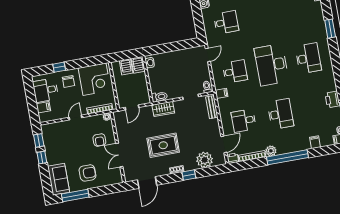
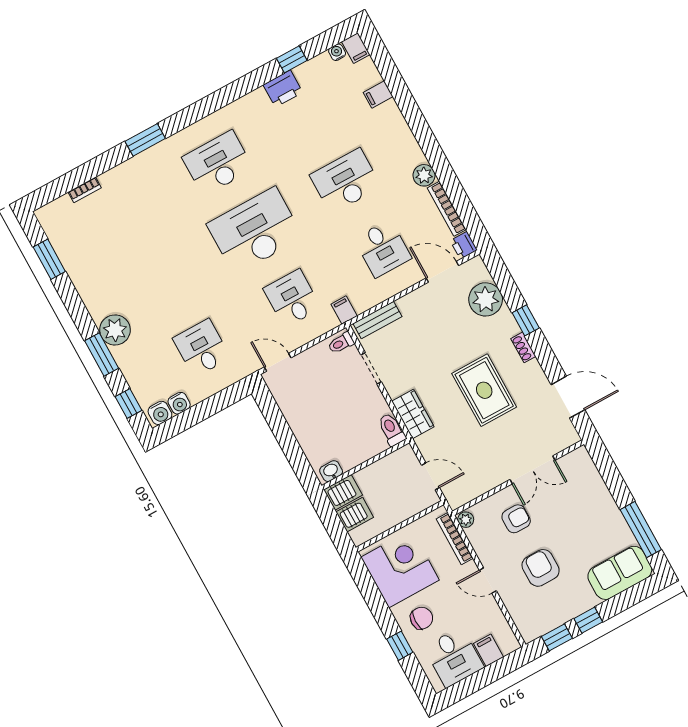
desk: (272, 65) -> (255, 231), turned 180
window: (287, 157) -> (426, 139), removed
armchair: (87, 173) -> (541, 568), moved

